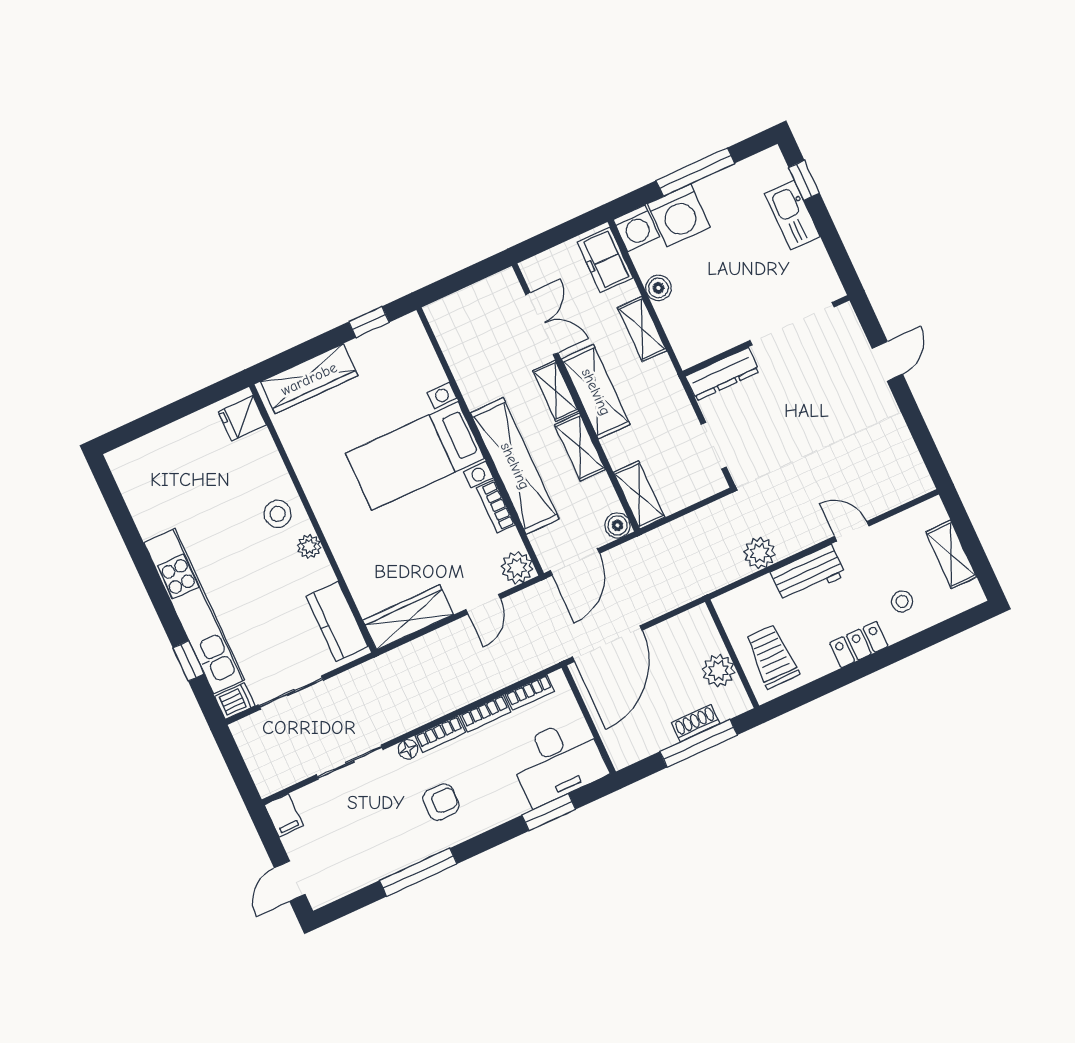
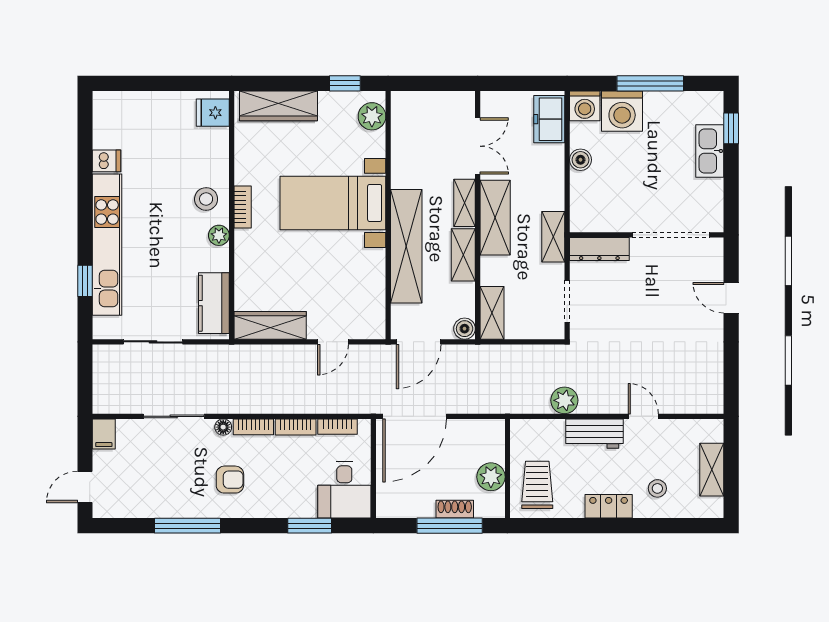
shelving: (642, 329) -> (553, 237), moved
door: (887, 361) -> (731, 298), swing flipped
bookcase: (496, 506) -> (243, 207), moved, turned 180
plant: (517, 568) -> (372, 116), moved
dishwasher: (235, 701) -> (107, 161), moved
desk: (558, 761) -> (344, 490), width x0.73

